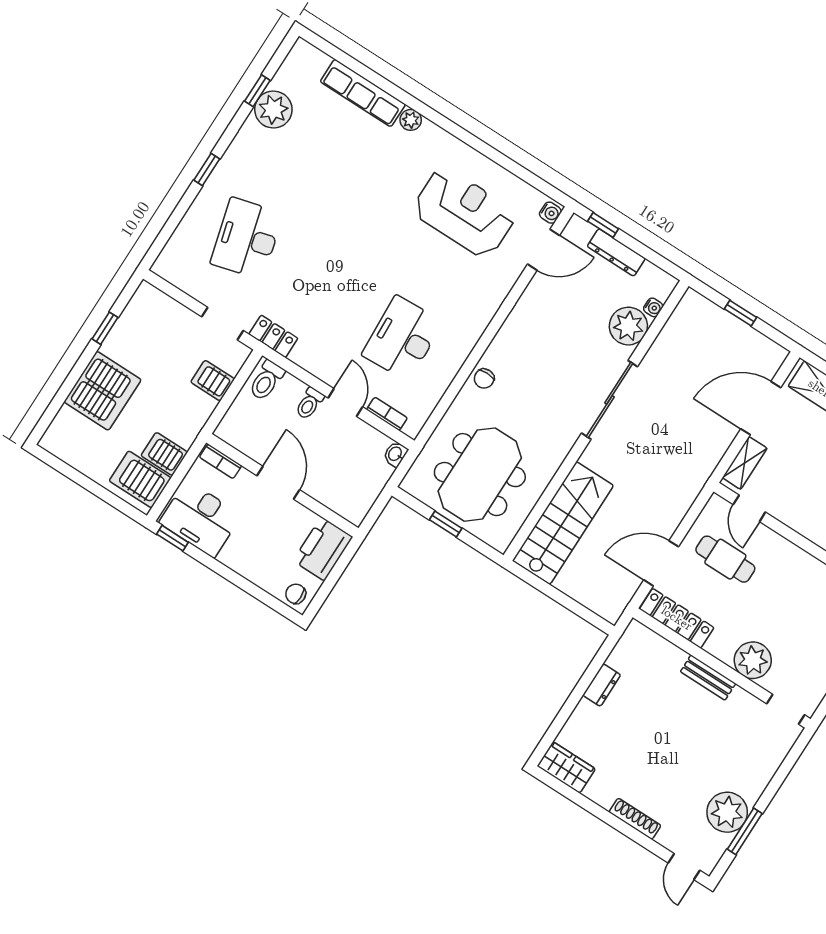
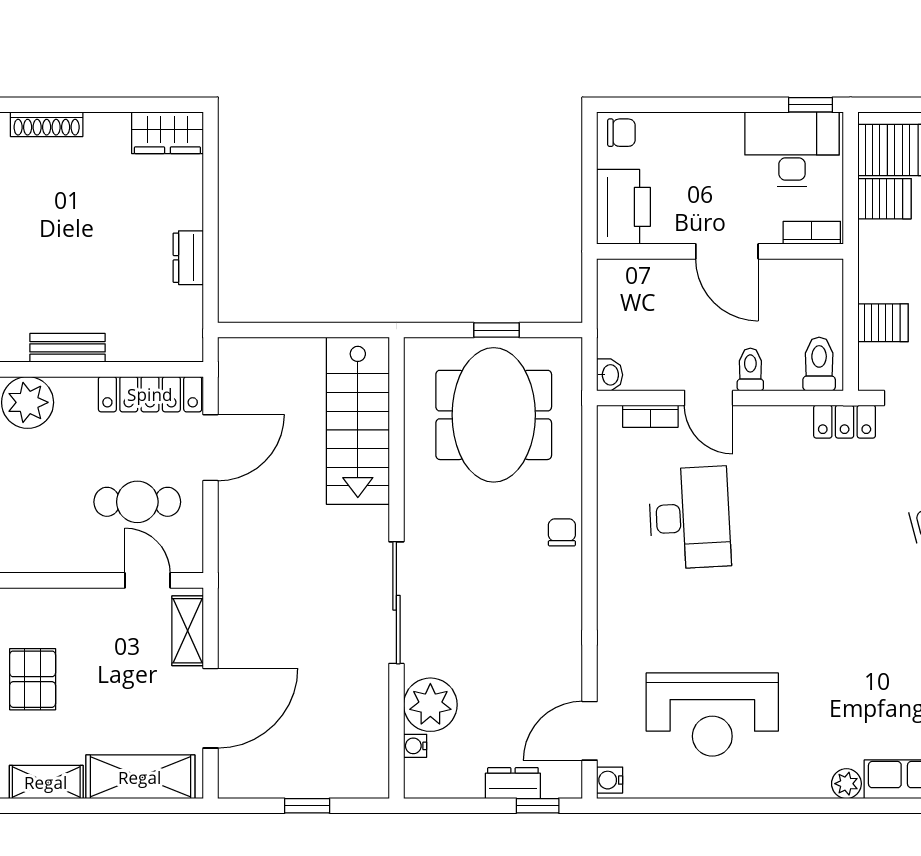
dresser: (616, 252) -> (513, 783), width x0.70

